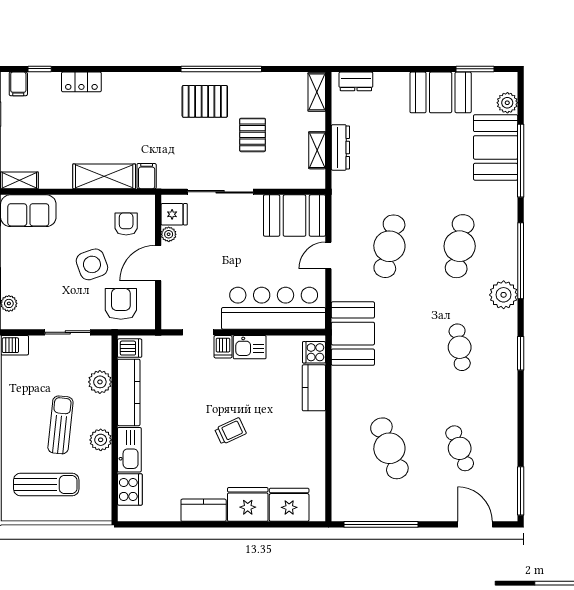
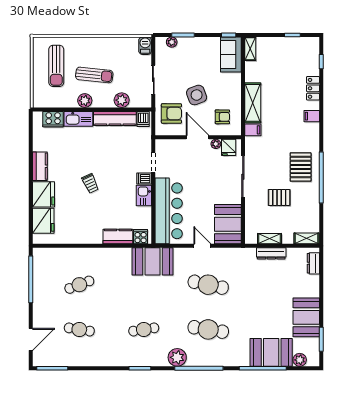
filing cabinet: (18, 84) -> (312, 116), moved
cafe table: (389, 448) -> (79, 285), width x0.73, depth x0.74
cafe table: (460, 448) -> (79, 329), turned 30

